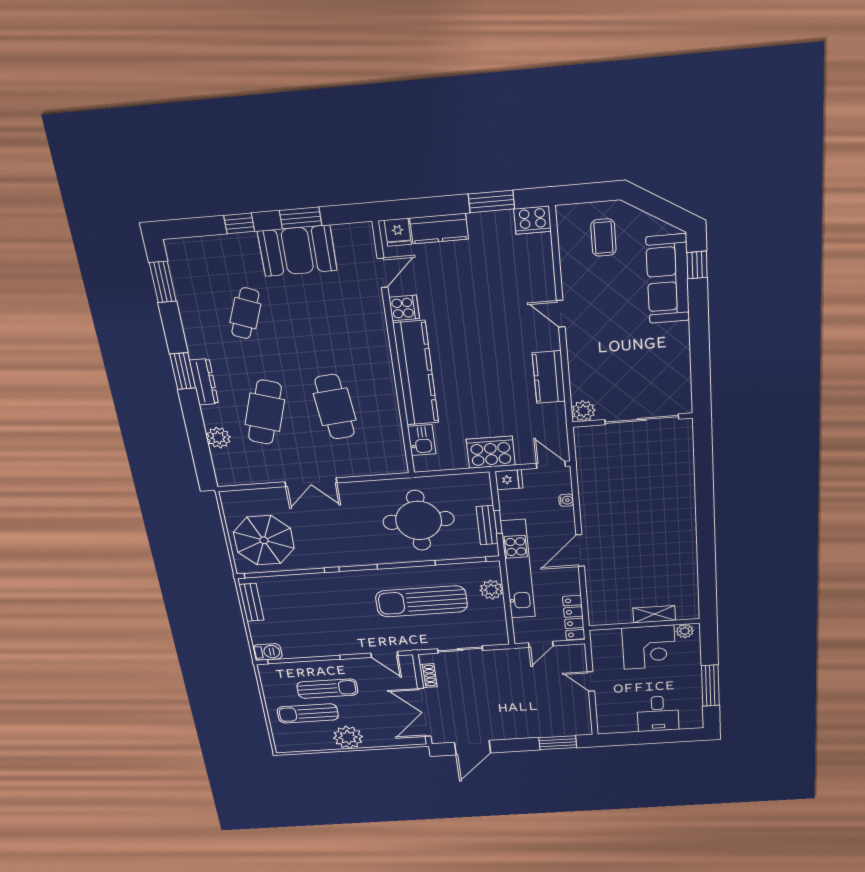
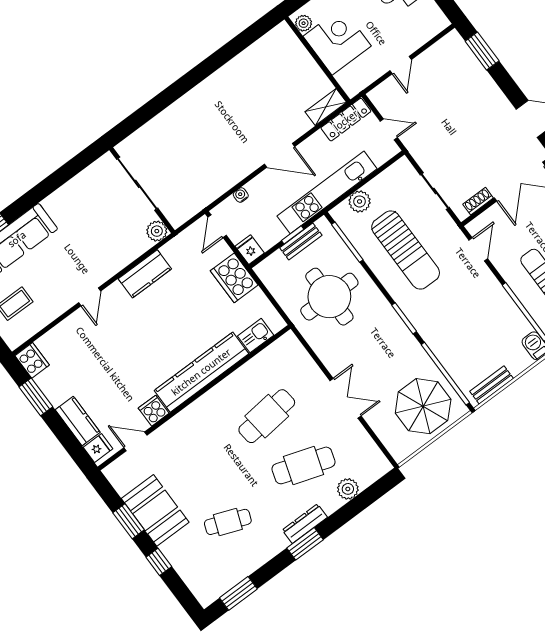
shelving: (654, 614) -> (326, 107), moved, turned 90

